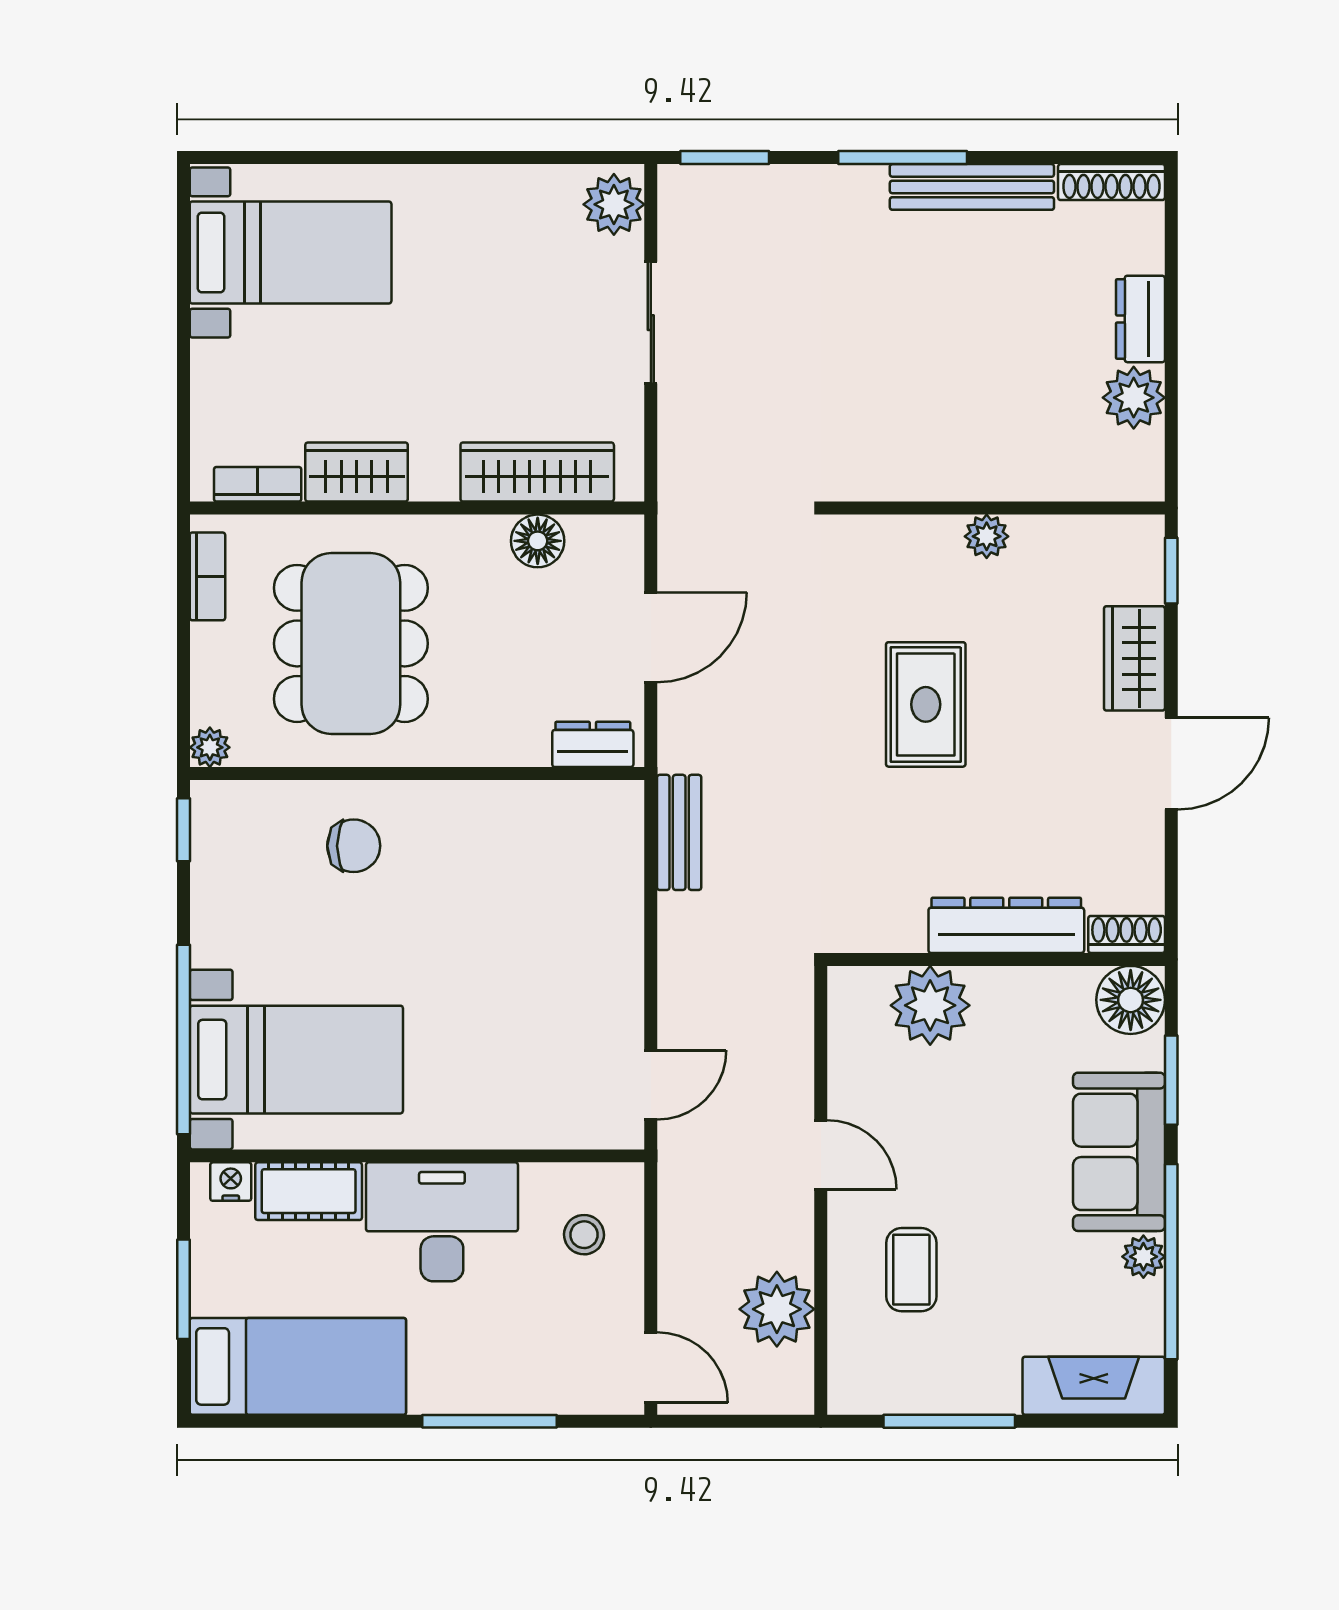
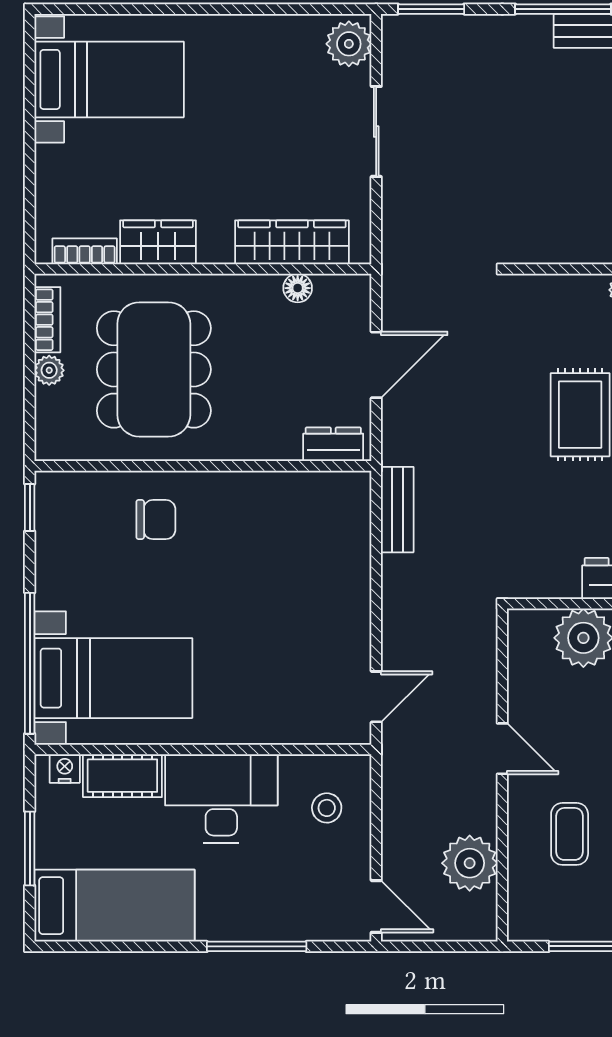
floor lamp: (538, 541) -> (298, 288), width x0.73, depth x0.73
plant: (210, 747) -> (49, 370), moved

